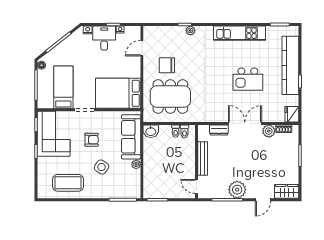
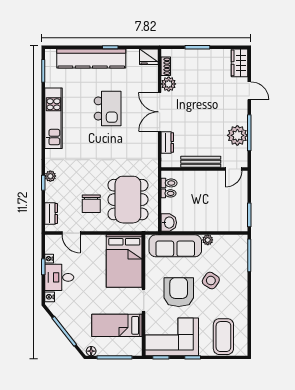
dresser: (158, 31) -> (51, 214), added
armchair: (92, 140) -> (179, 292), width x1.88, depth x1.88
coffee table: (68, 183) -> (223, 337), moved
plant: (237, 190) -> (237, 135), moved

